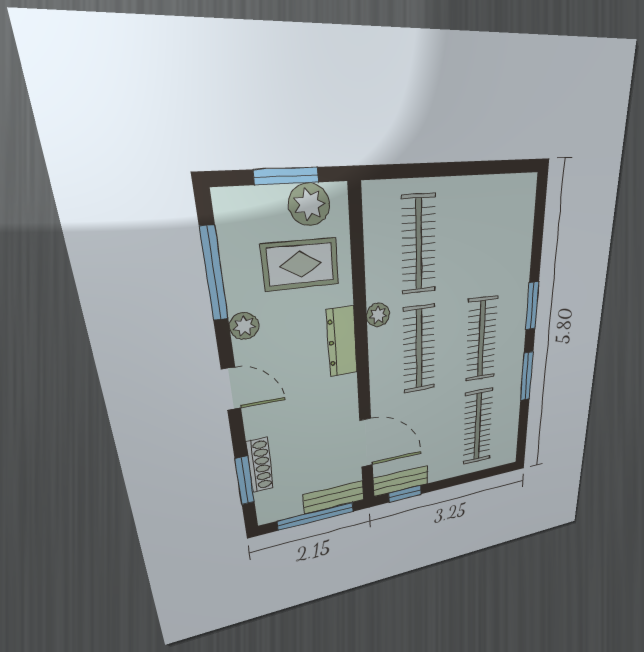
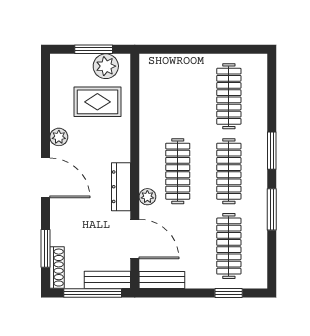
clothes rail: (419, 245) -> (229, 96), moved
window: (214, 274) -> (46, 103), removed
plant: (378, 315) -> (147, 197), moved
dresser: (342, 342) -> (121, 187), moved
door: (231, 389) -> (46, 178), width x1.38
shoe rack: (260, 465) -> (57, 268), moved
window: (405, 494) -> (229, 293), moved

